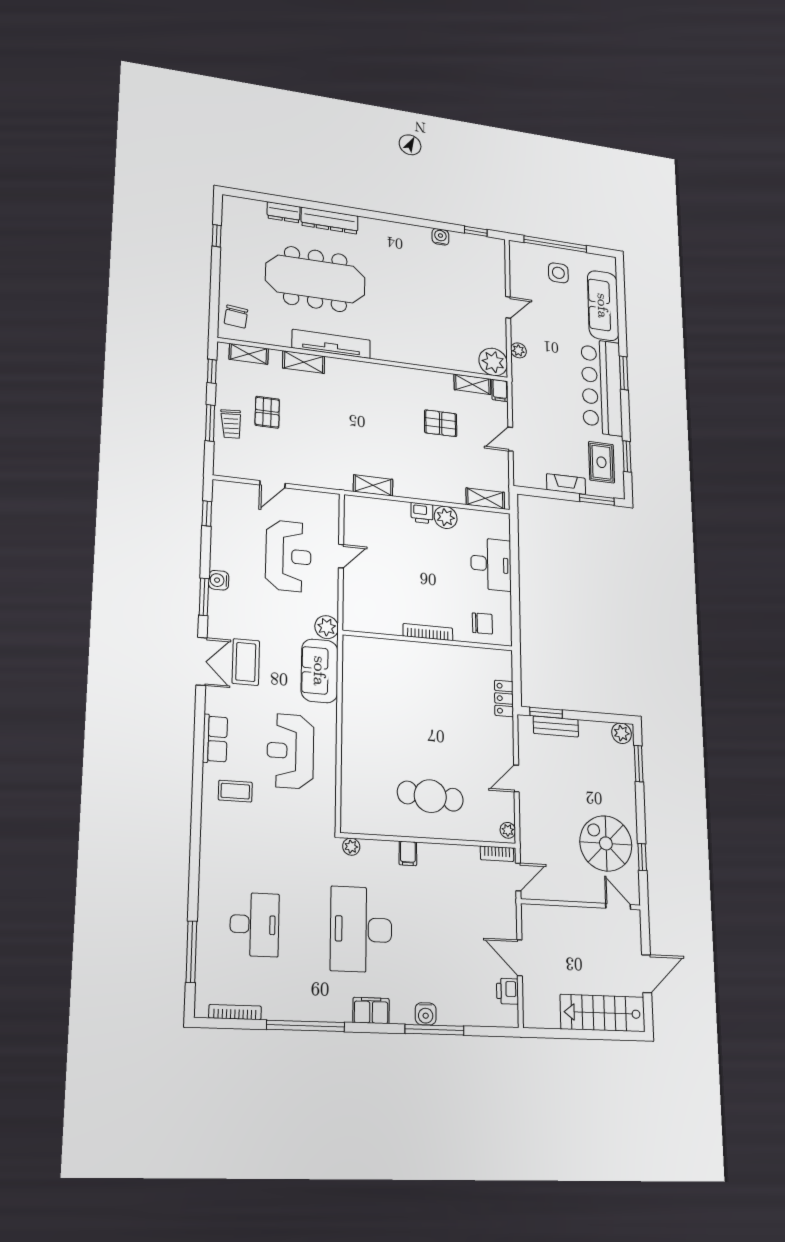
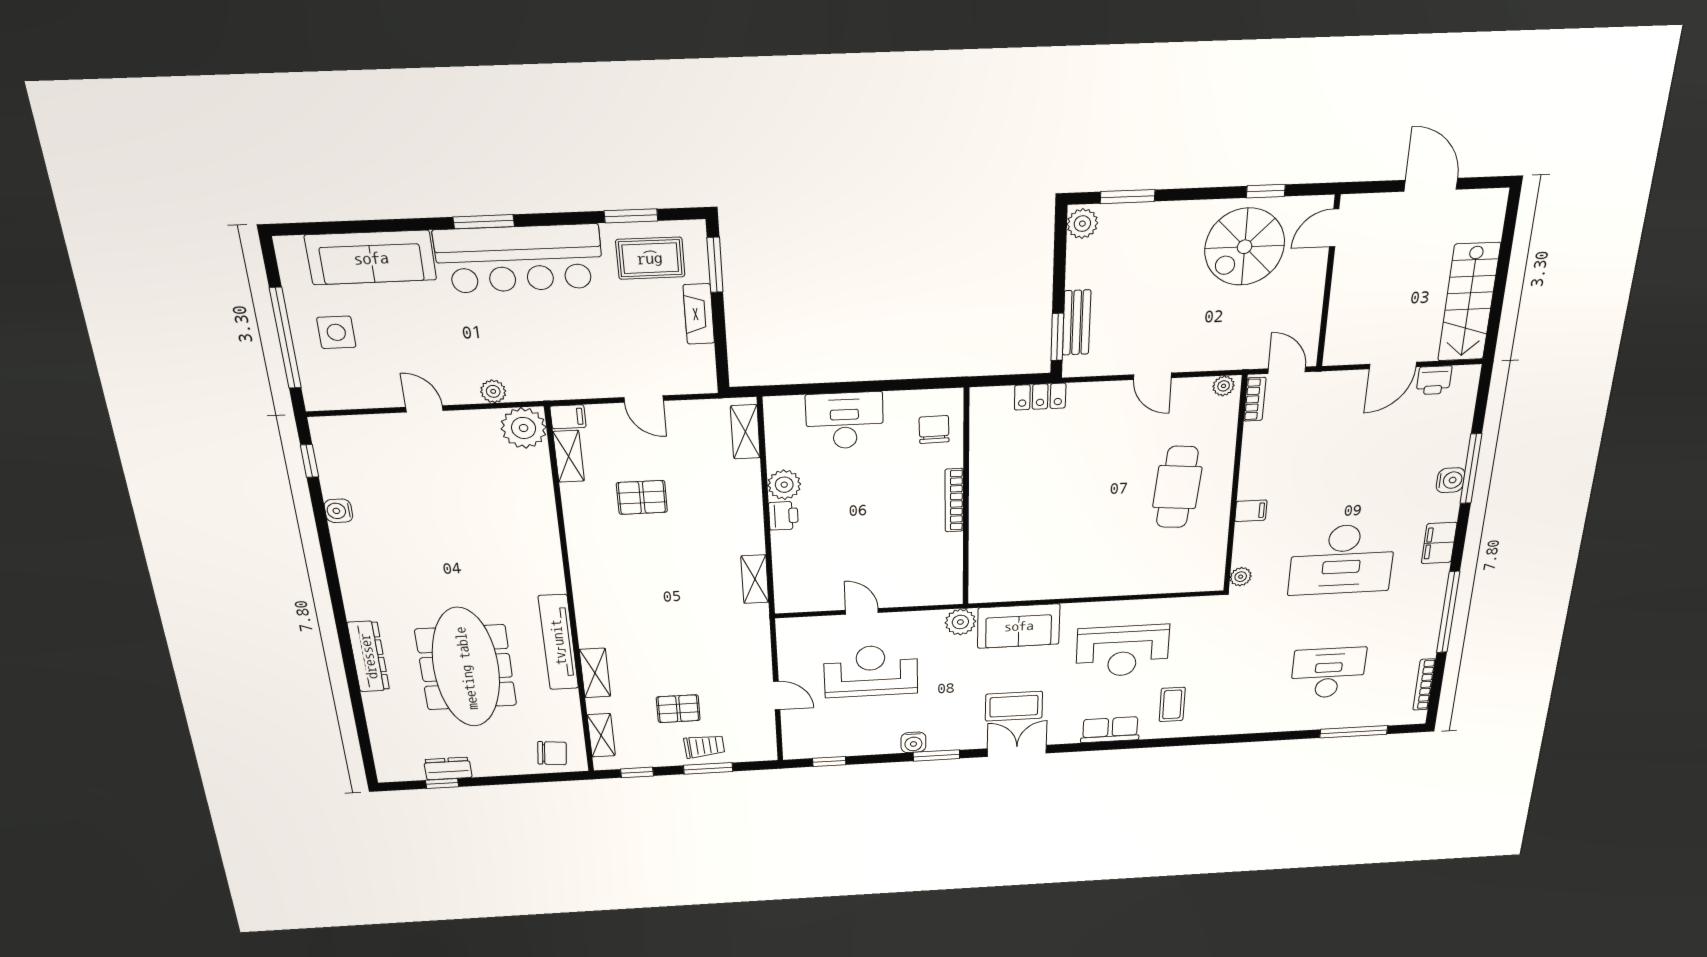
dresser: (284, 212) -> (448, 768), moved, turned -90
pallet: (441, 423) -> (642, 497), turned 90
stairs: (603, 1013) -> (1469, 302), moved

